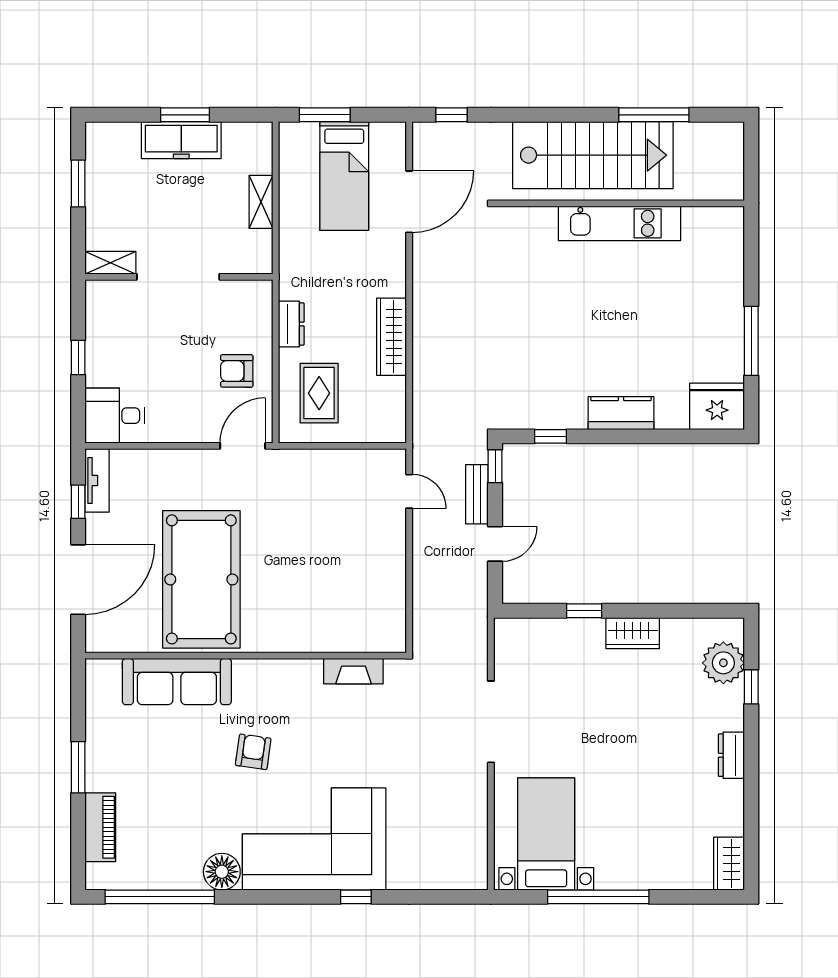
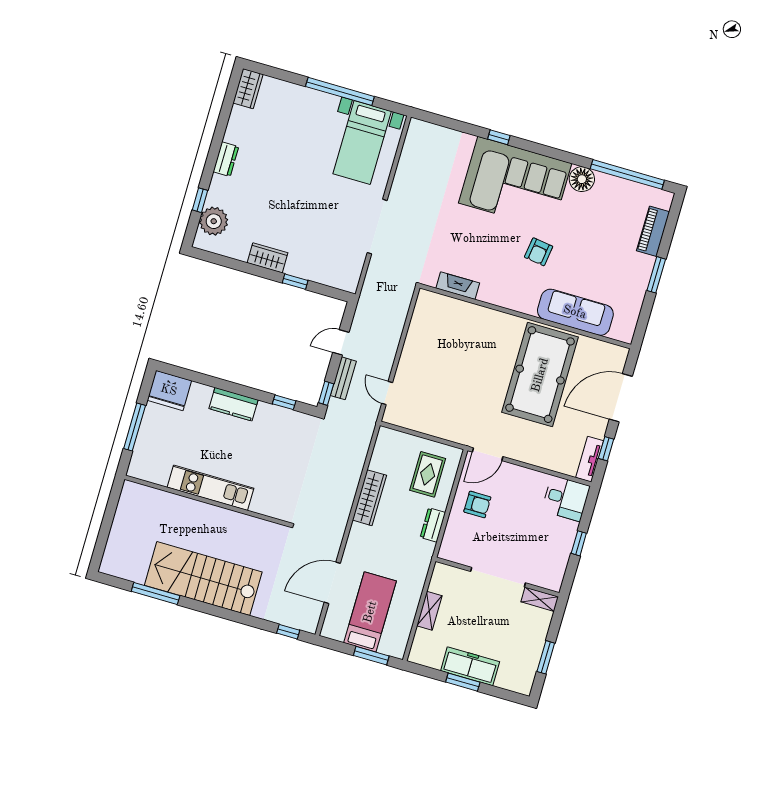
wall: (619, 203) -> (207, 501), moved
kitchen unit: (620, 223) -> (210, 488), moved

